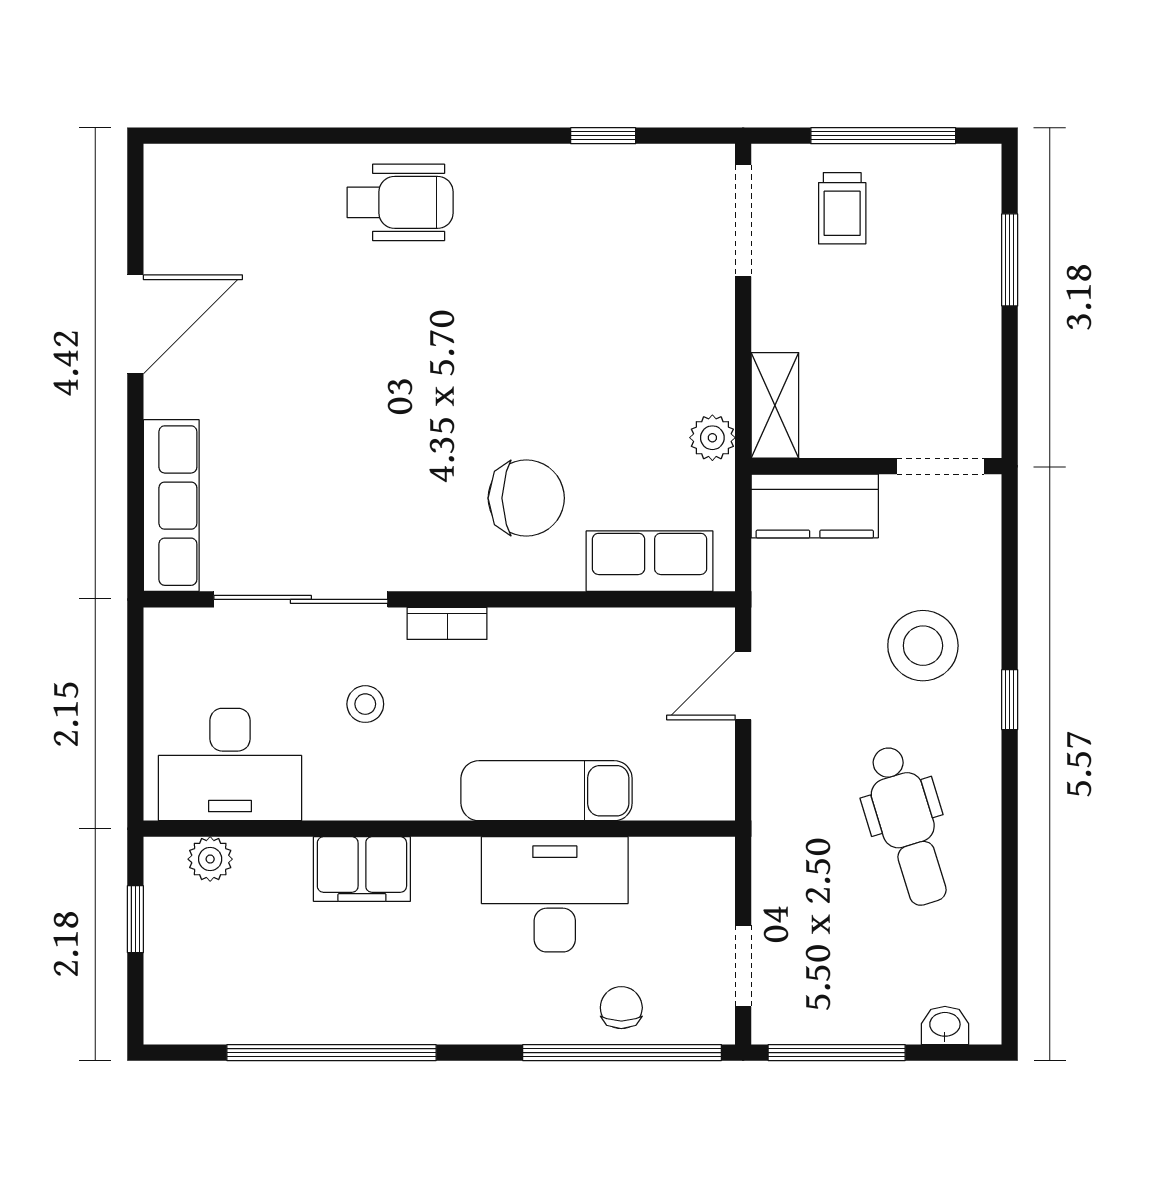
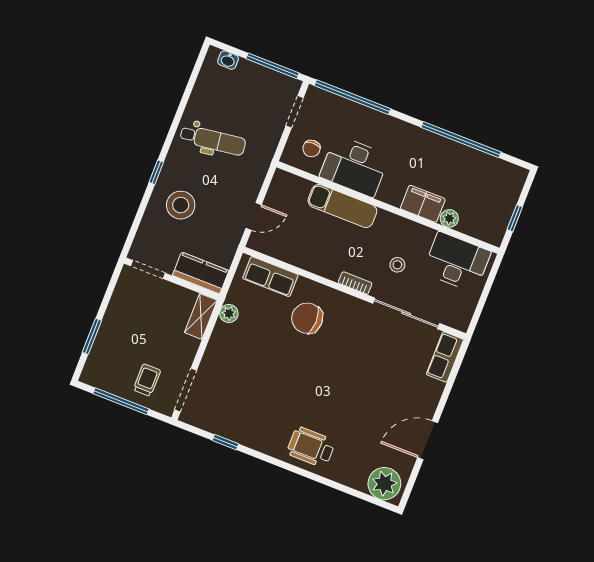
plant: (196, 184) -> (384, 484), added
row of seats: (171, 506) -> (445, 357), width x0.68
dental chair: (907, 826) -> (213, 140), turned 99
plant: (210, 859) -> (449, 218), moved
chair: (621, 1008) -> (311, 149), moved

